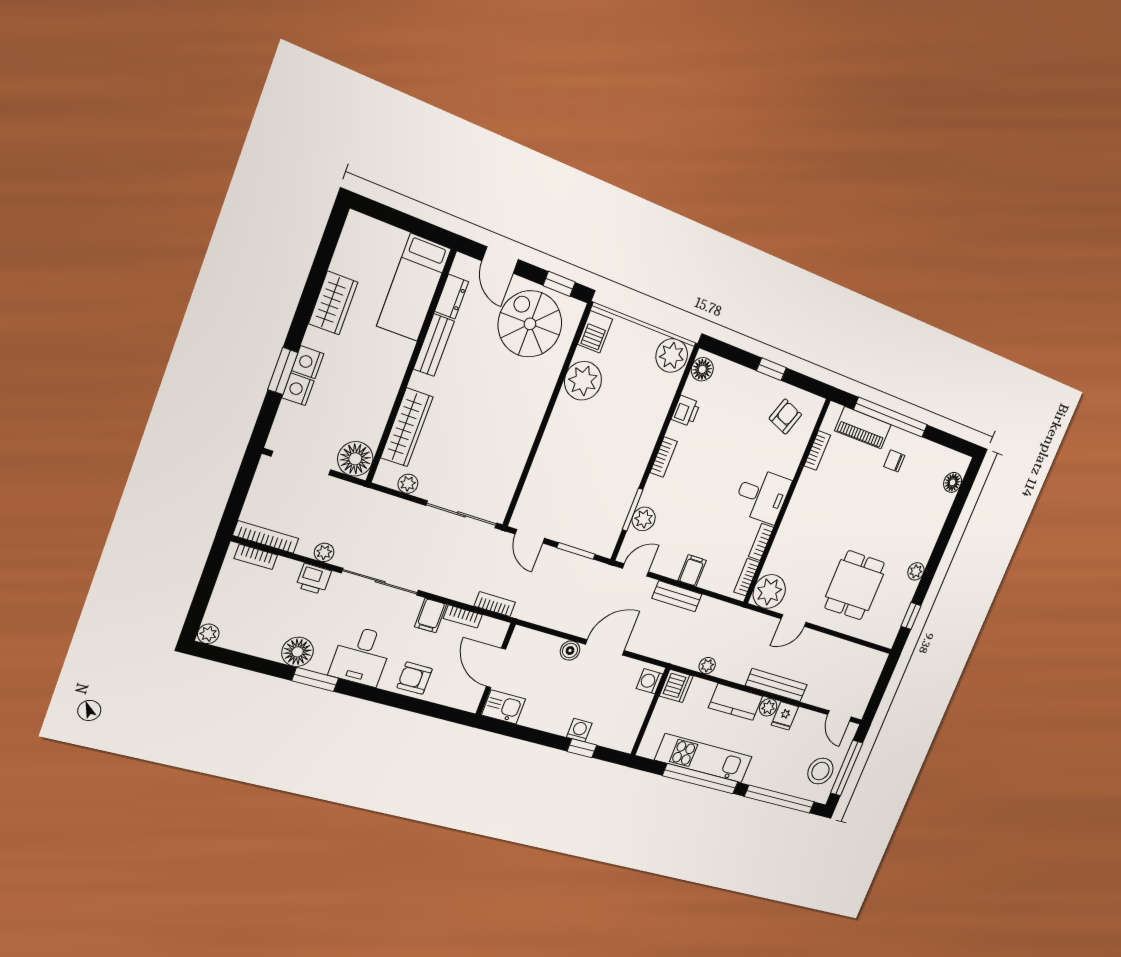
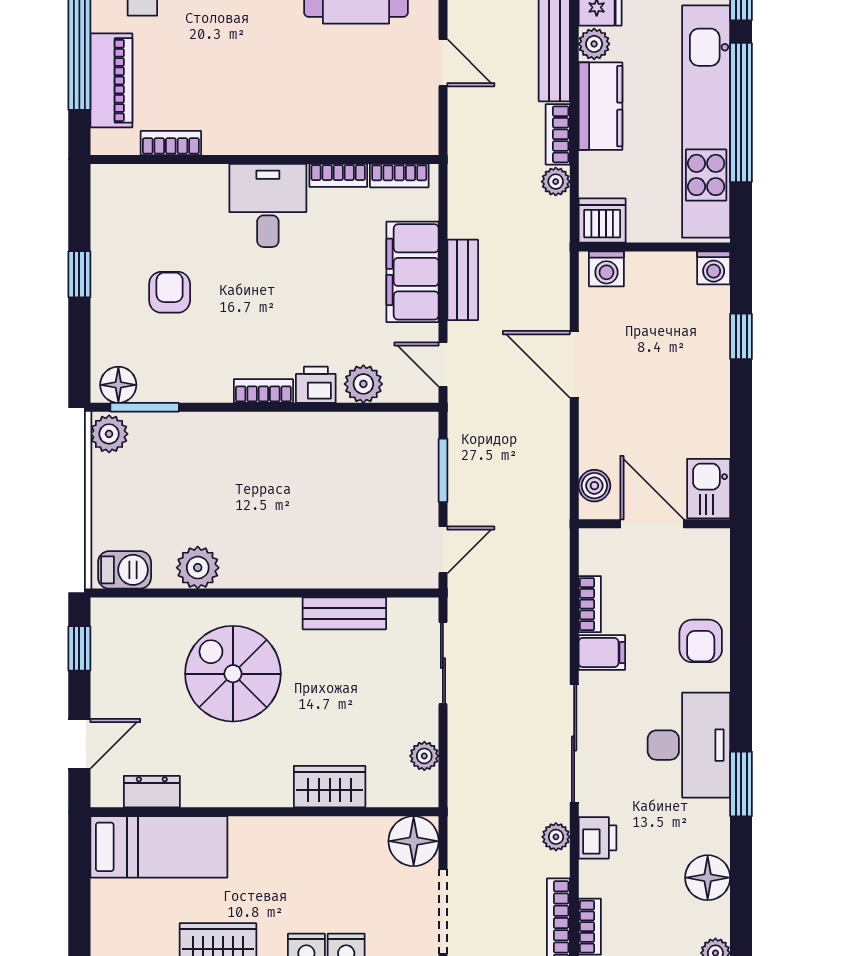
spiral stairs: (530, 324) -> (233, 674), moved, turned 90
bench: (434, 345) -> (344, 613), moved
plant: (672, 356) -> (109, 434), width x0.73, depth x0.73
plant: (583, 381) -> (198, 568), width x0.73, depth x0.73
printer: (686, 411) -> (316, 385), moved
armchair: (785, 417) -> (170, 292), moved, turned 70
wardrobe: (407, 427) -> (330, 787), width x0.67
window: (633, 510) -> (145, 407), moved
sliding door: (462, 514) -> (443, 663), width x0.73
filing cabinet: (692, 570) -> (413, 272), width x3.00, depth x1.17
plant: (769, 592) -> (410, 126), removed
bookcase: (495, 604) -> (558, 134), moved
boiler: (570, 651) -> (594, 486), moved
floor lamp: (298, 652) -> (708, 878), moved
desk: (361, 656) -> (689, 745), width x1.37
door: (496, 668) -> (652, 524), swing flipped
washing machine: (579, 730) -> (714, 268), moved, turned -90
kitchen unit: (704, 758) -> (706, 122), width x1.36

